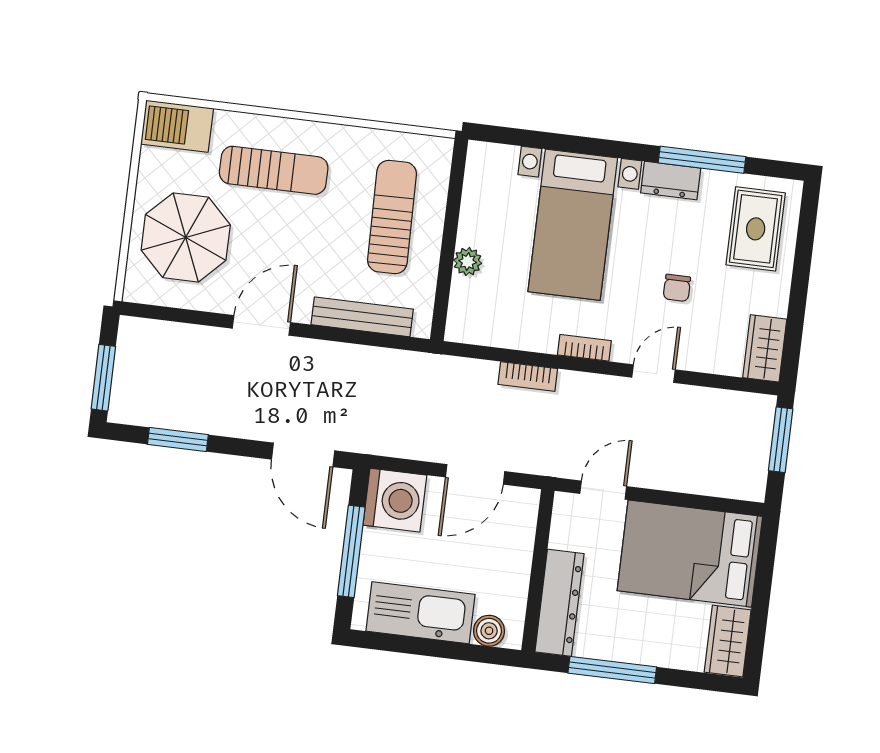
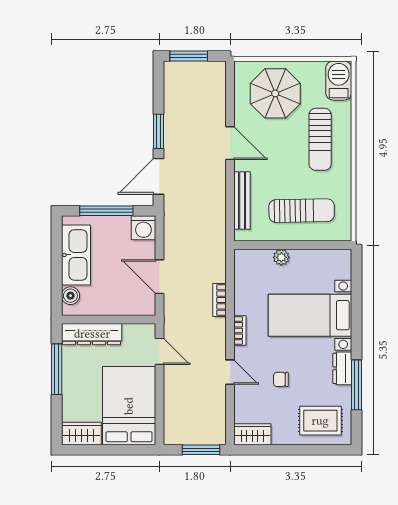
window: (178, 440) -> (159, 131), moved
washing machine: (395, 500) -> (143, 228), width x0.73, depth x0.73

